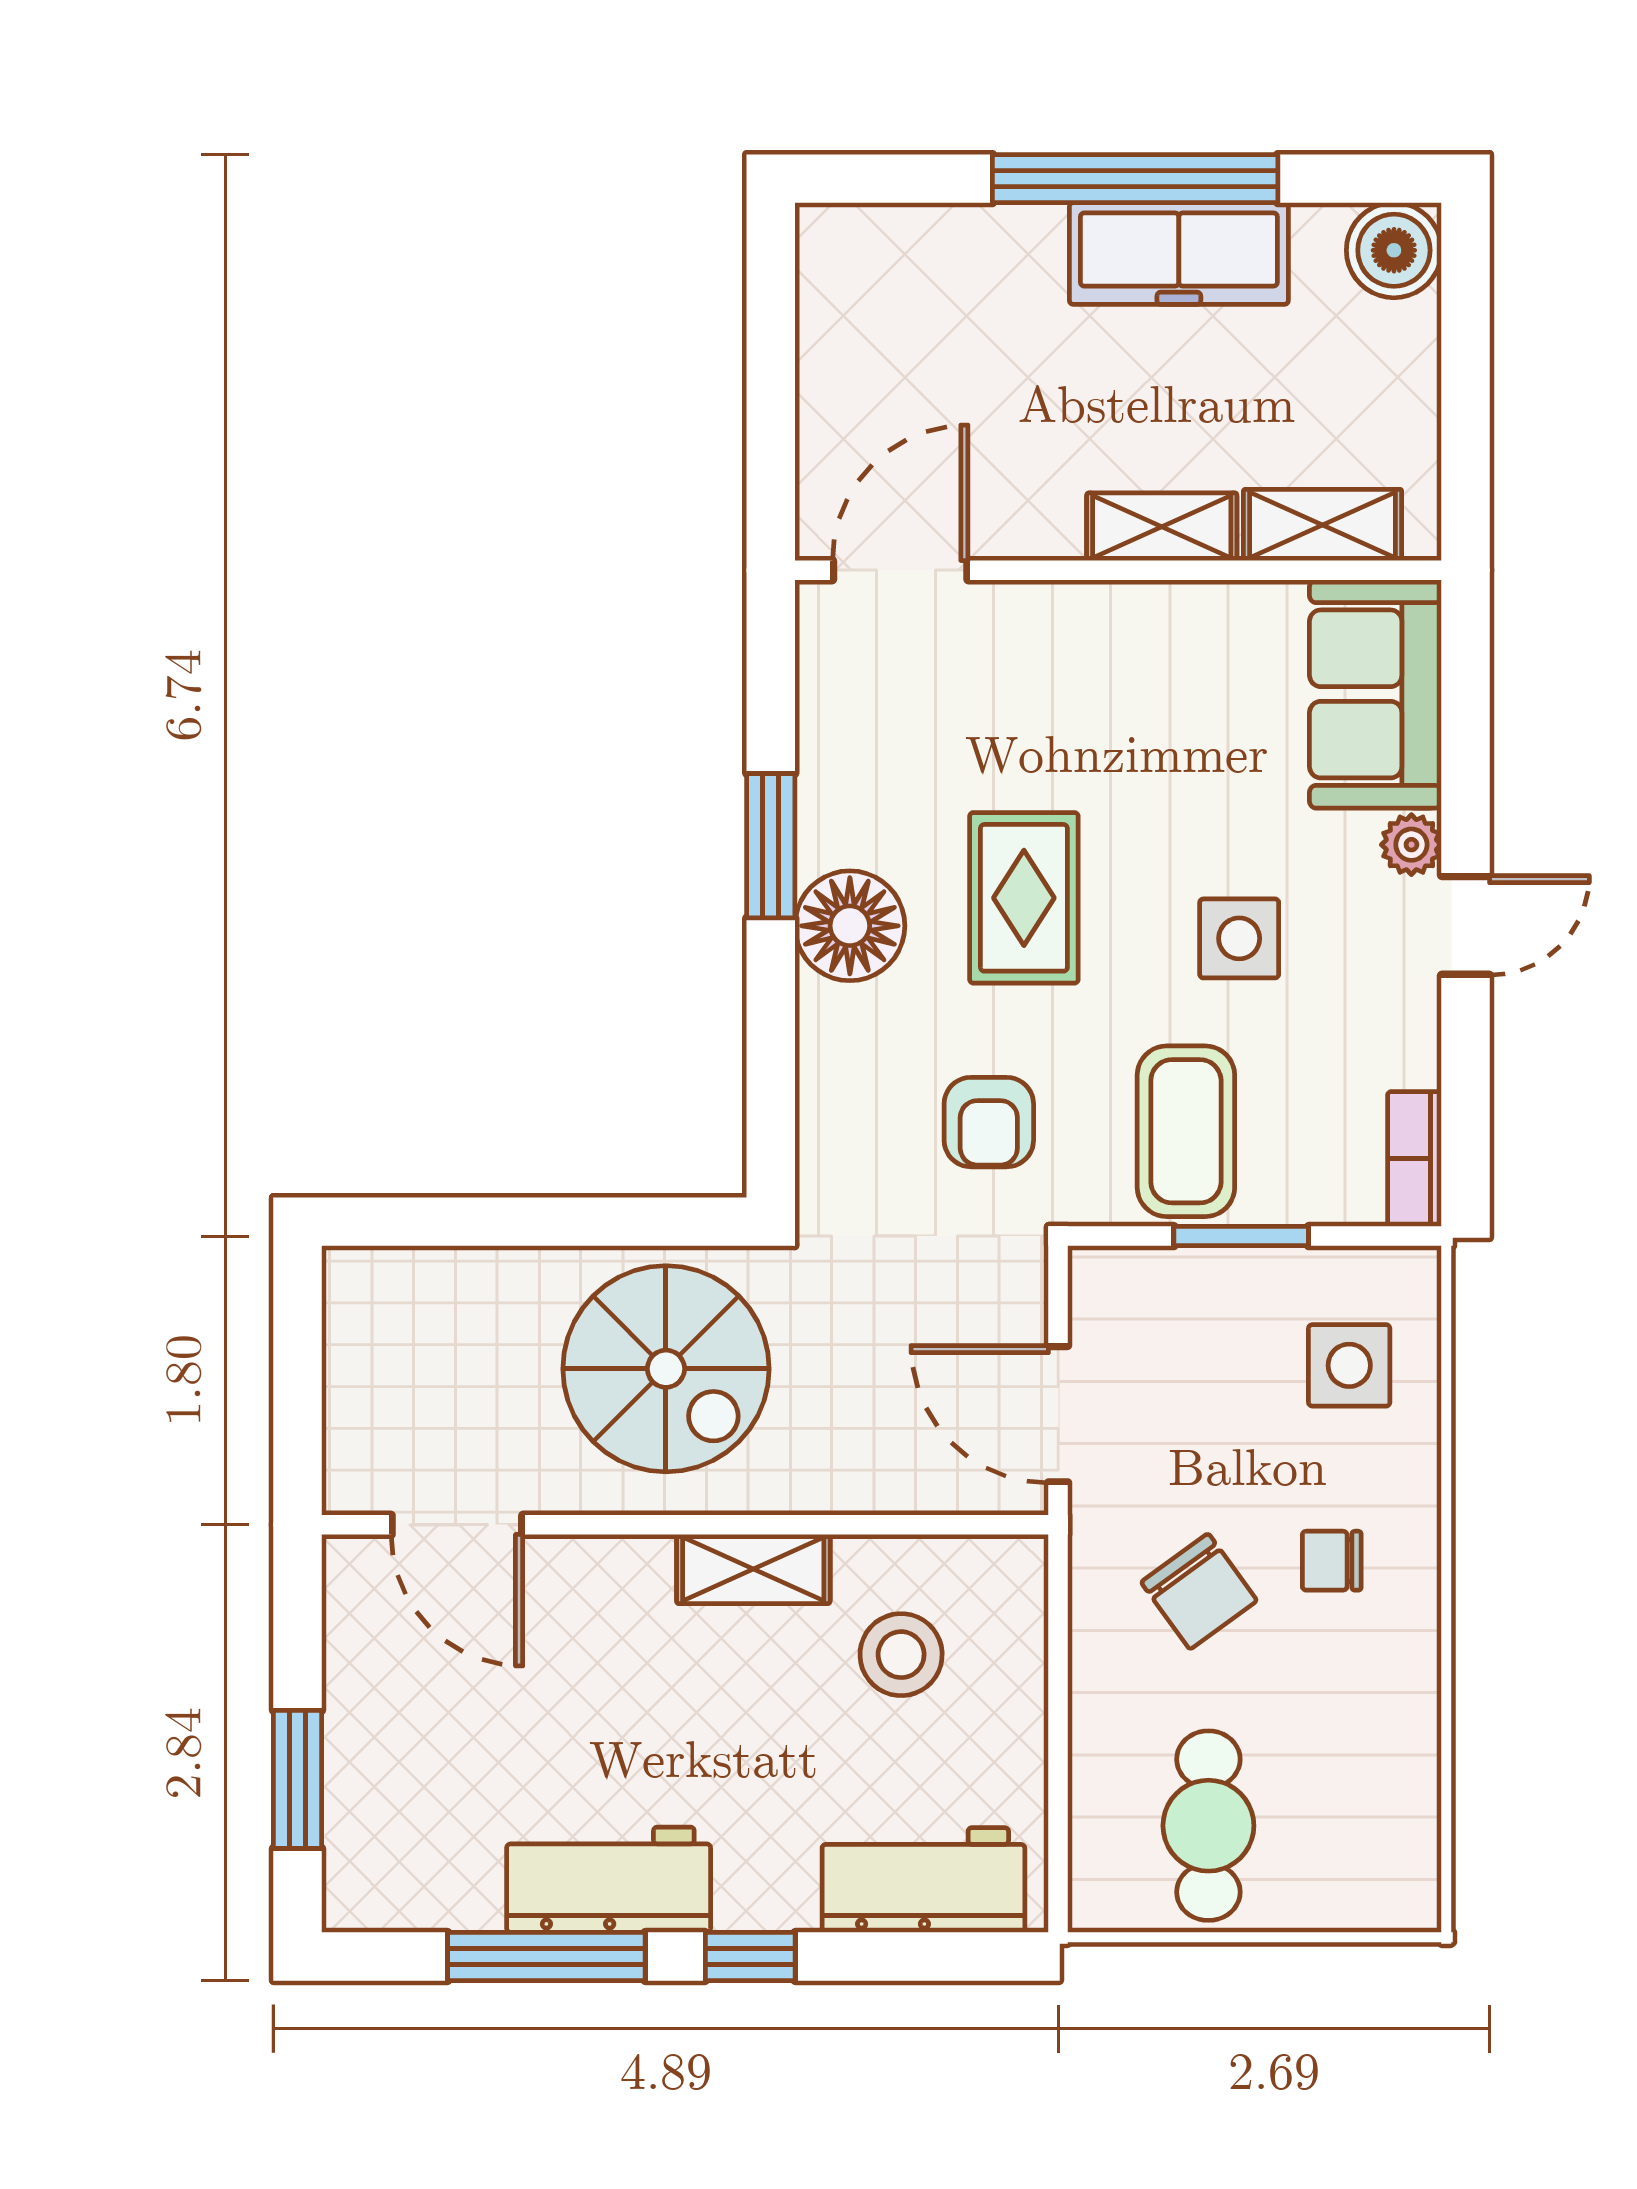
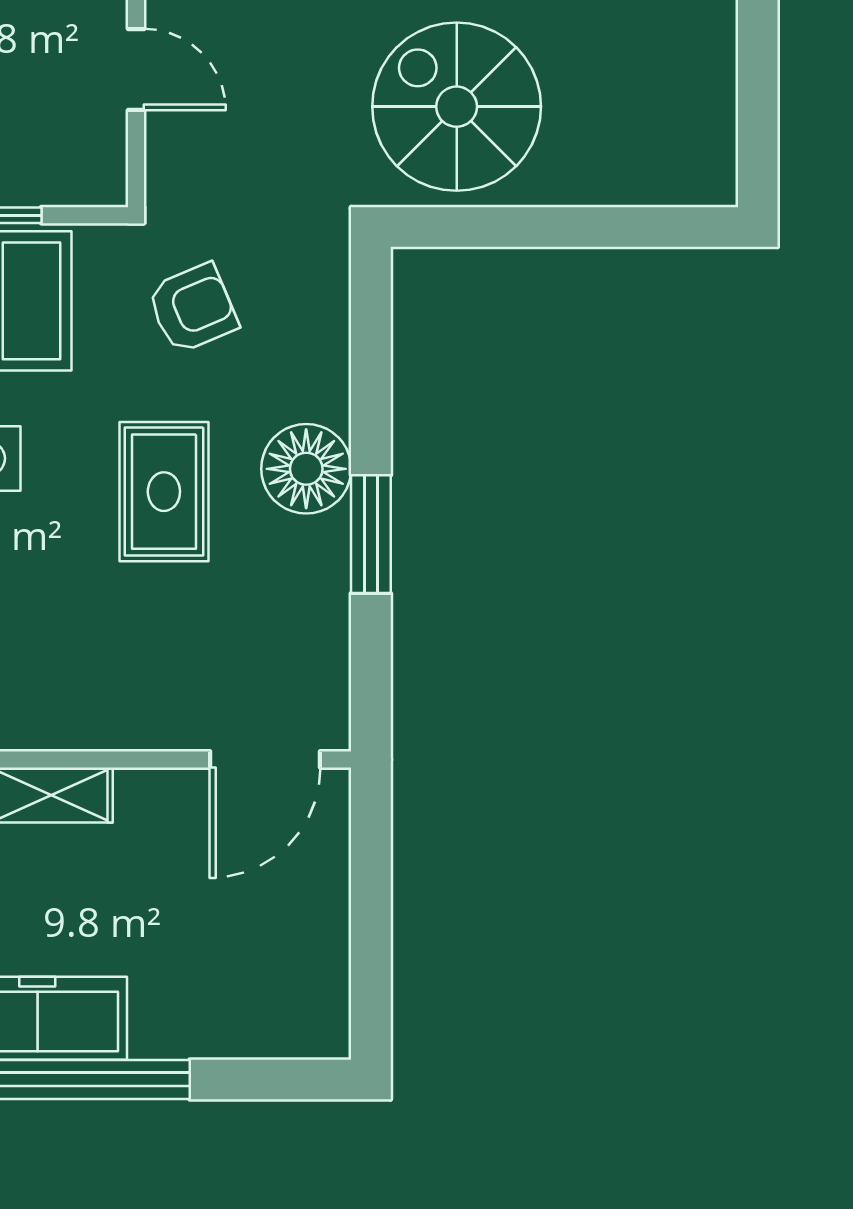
armchair: (989, 1122) -> (193, 308), turned 67
door: (1058, 1414) -> (136, 70), width x0.73

